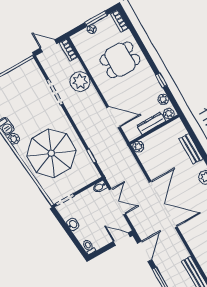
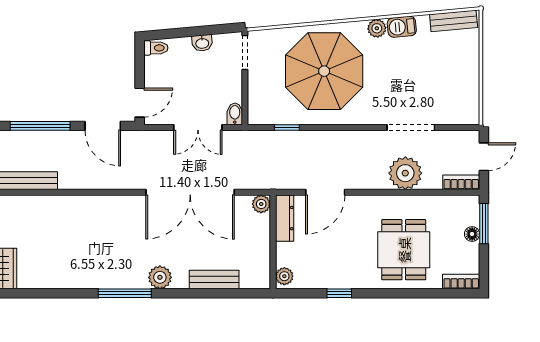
window: (96, 19) -> (484, 224), moved
plant: (163, 99) -> (310, 280), removed
dresser: (151, 123) -> (285, 218), moved
double door: (163, 204) -> (190, 192), moved

